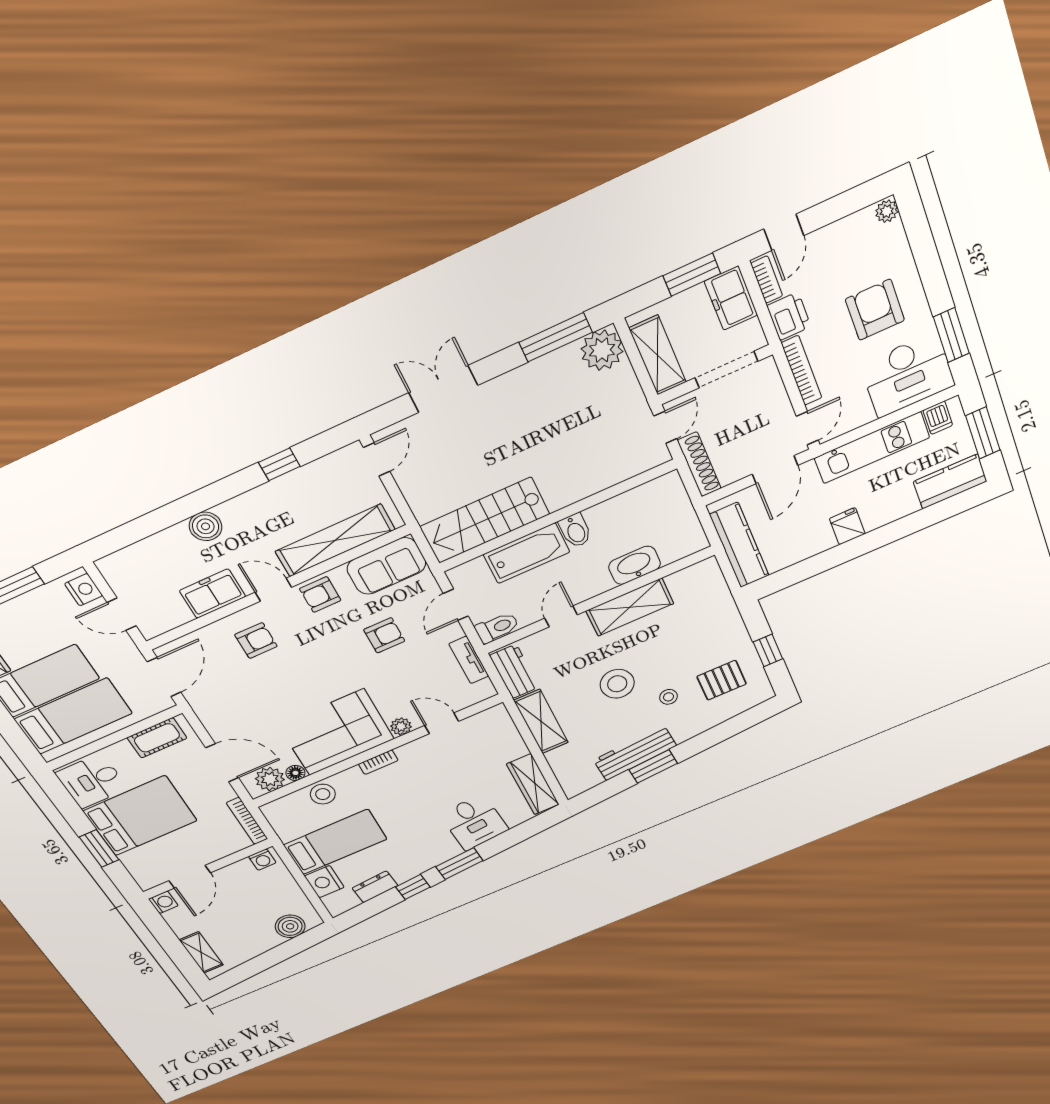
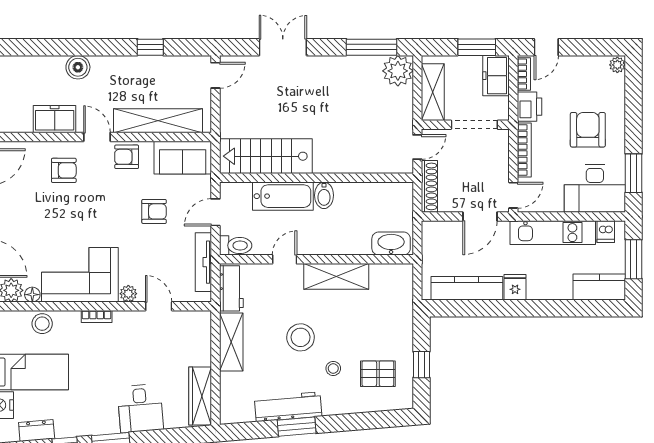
kitchen counter: (739, 545) -> (467, 288), moved, turned -90
washbasin: (634, 565) -> (391, 244), moved
tv unit: (469, 660) -> (203, 262), width x1.41

